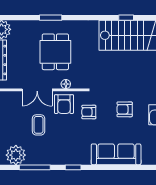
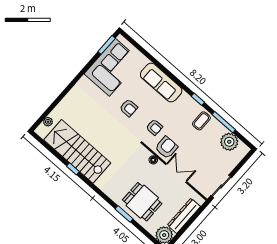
dining table: (55, 52) -> (142, 202), moved, turned 90
coffee table: (39, 125) -> (201, 121), moved

